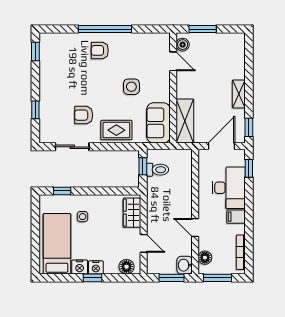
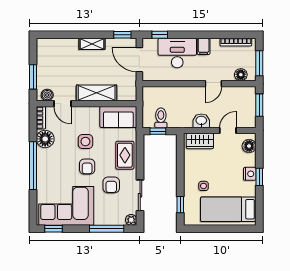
bookcase: (158, 38) -> (41, 118), added
floor lamp: (134, 42) -> (45, 139), added
armchair: (100, 50) -> (87, 167), moved
door: (173, 61) -> (62, 104), swing flipped
corner sofa: (61, 66) -> (66, 206), added
window: (35, 110) -> (107, 229), width x2.17
shelving: (185, 121) -> (97, 93), moved
plant: (45, 137) -> (131, 220), added
washbasin: (185, 265) -> (201, 121), moved, turned 180
nightstand: (80, 267) -> (249, 189), removed

